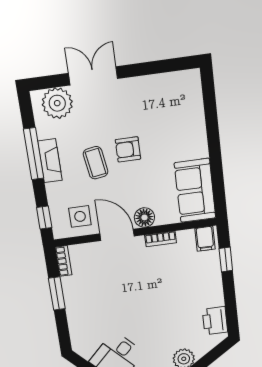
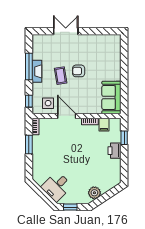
plant: (57, 103) -> (45, 42), removed
floor lamp: (144, 217) -> (83, 108), removed
filing cabinet: (205, 239) -> (104, 125), moved
printer: (215, 321) -> (115, 151), moved

